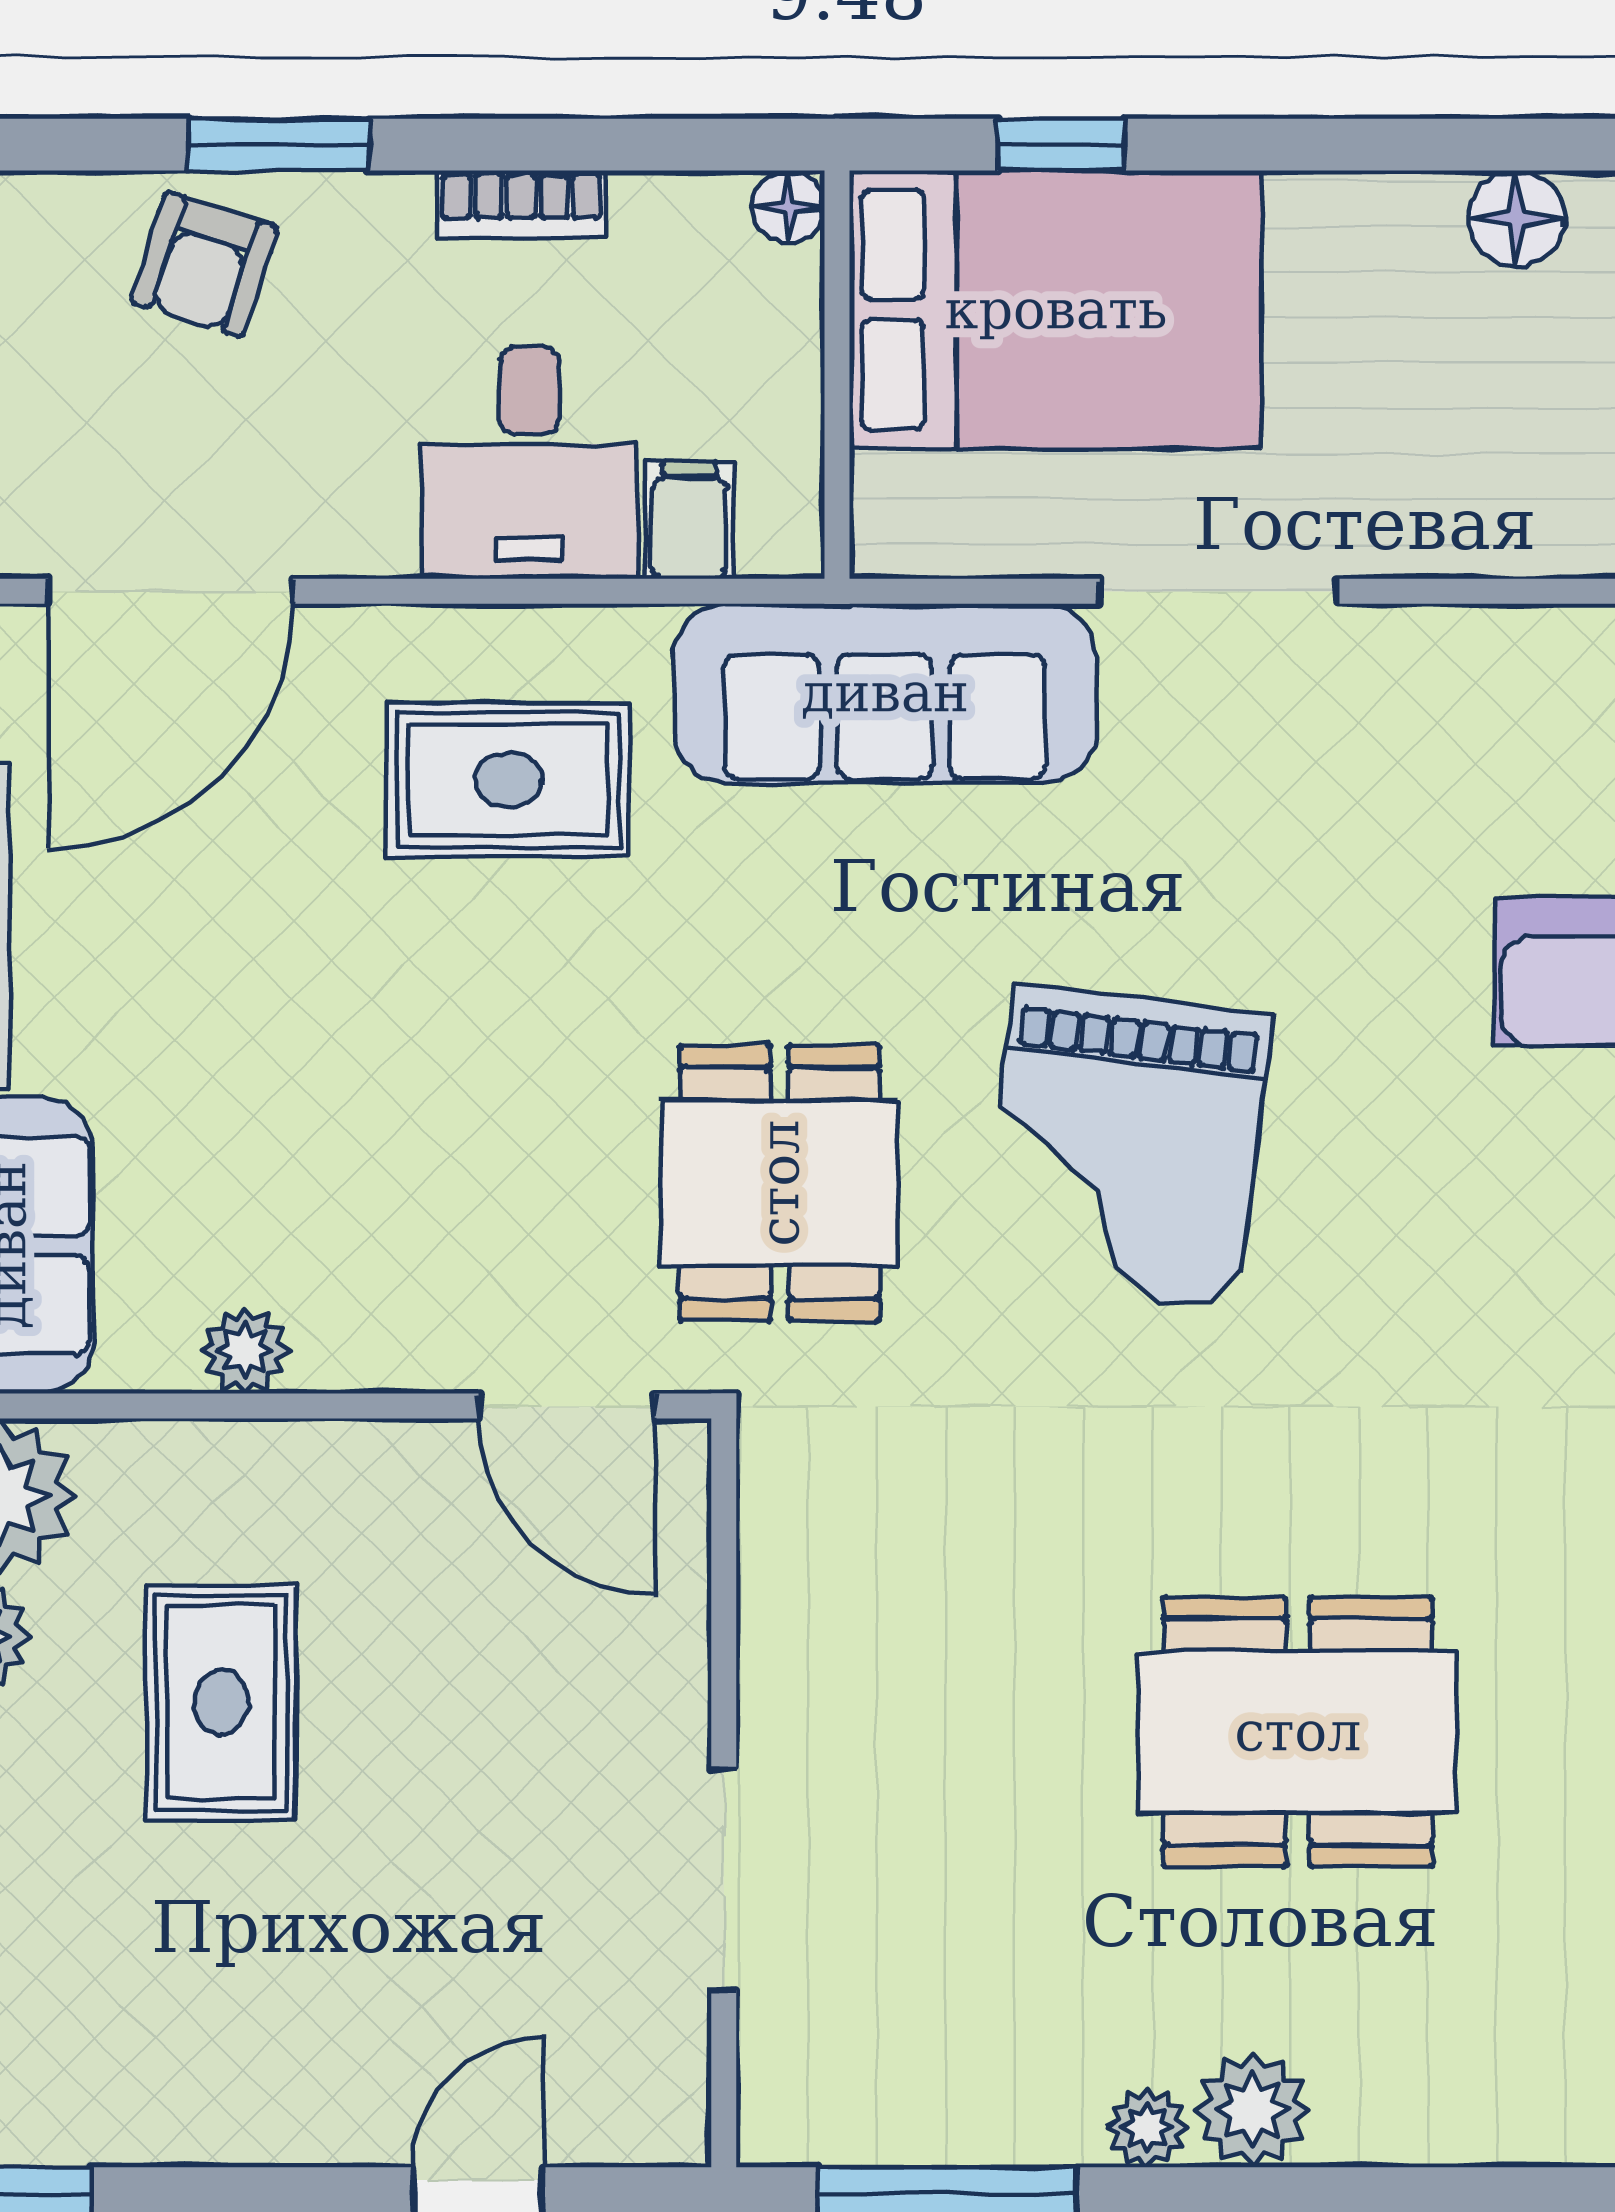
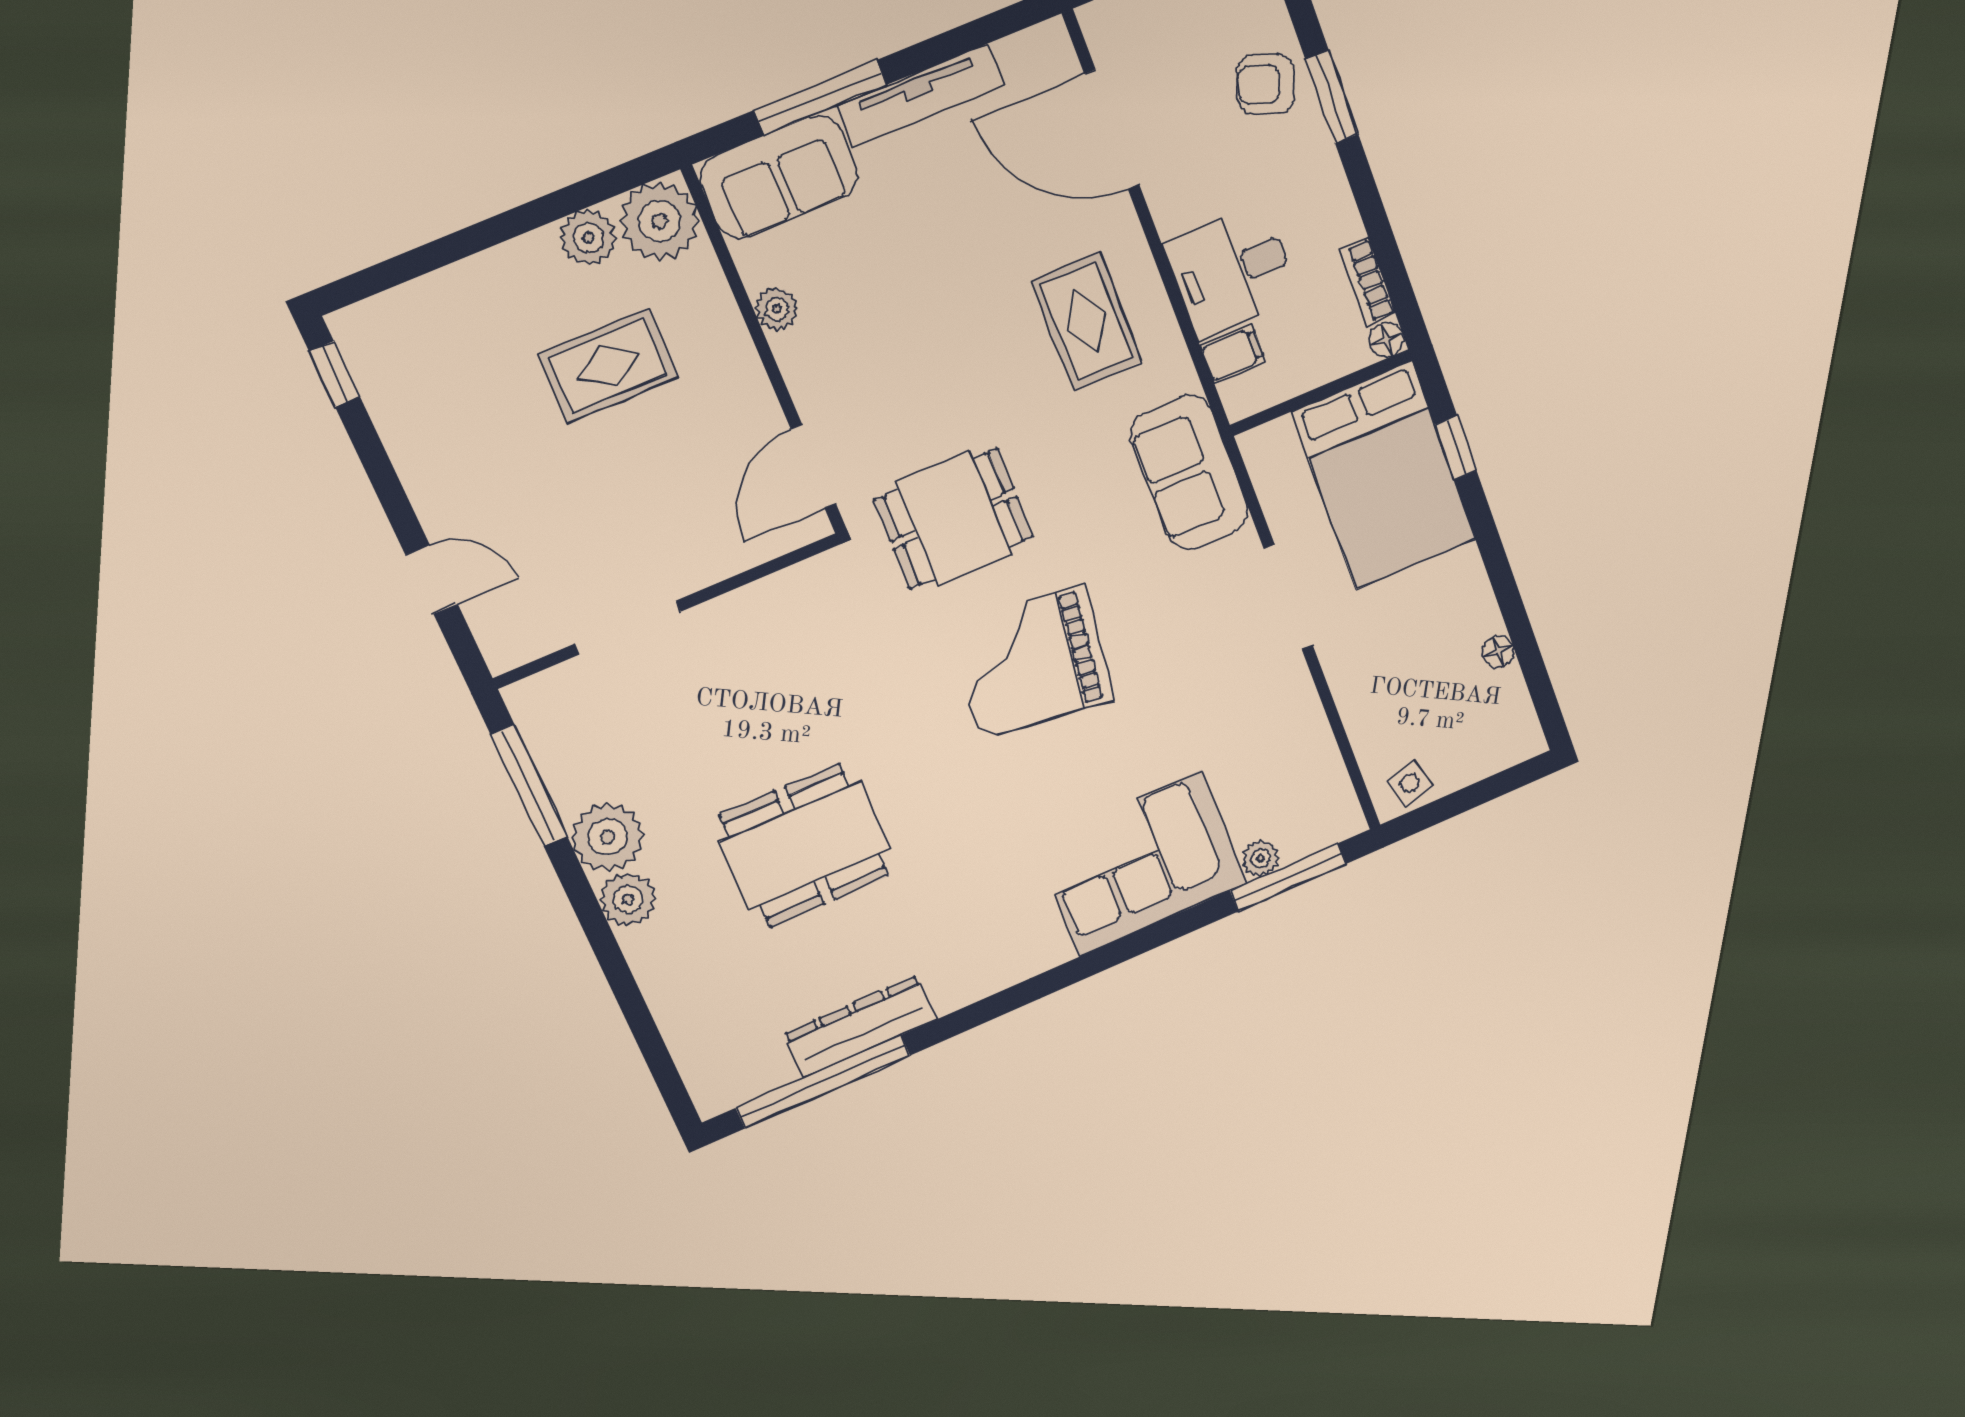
bookcase: (522, 204) -> (1367, 282), moved
floor lamp: (1517, 219) -> (1498, 651), width x0.73, depth x0.73
sofa: (885, 693) -> (1189, 473), width x0.73
dining table: (1298, 1732) -> (805, 846), turned 90
plant: (1147, 2128) -> (608, 837), width x1.88, depth x1.88

